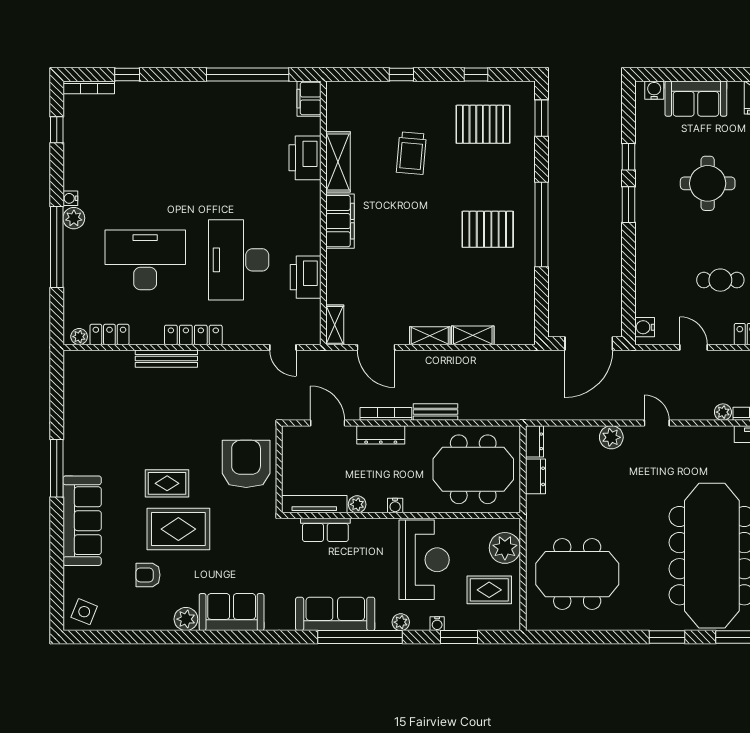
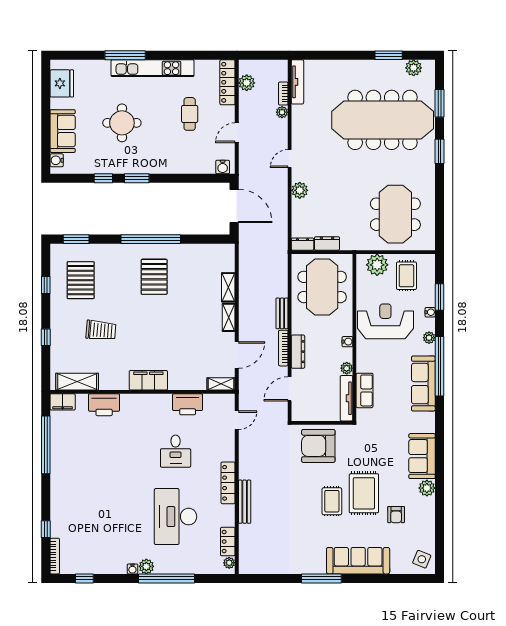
shelving: (338, 162) -> (77, 382), moved
desk: (239, 260) -> (176, 451), width x0.53, depth x0.77

